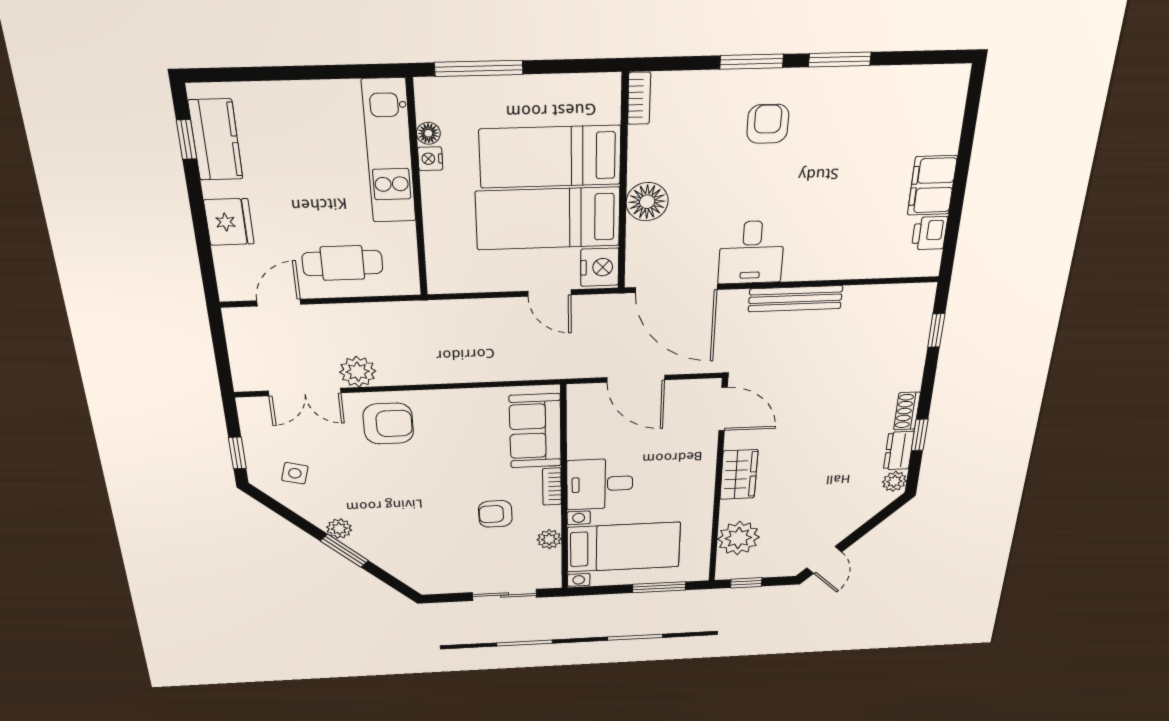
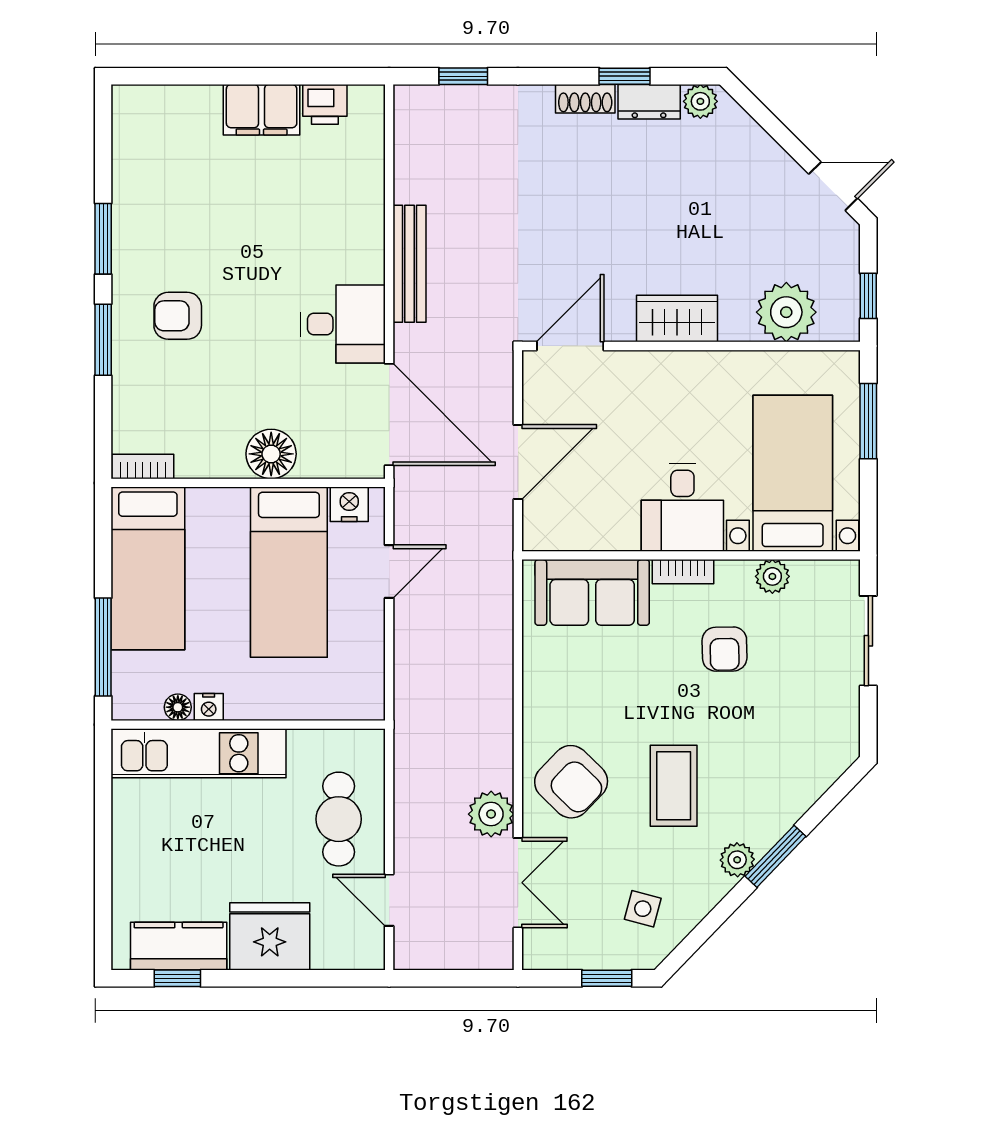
bed: (550, 157) -> (148, 568), moved
fridge: (229, 222) -> (270, 936), width x1.36, depth x1.34
nightstand: (600, 267) -> (349, 504), width x0.74, depth x0.75
door: (676, 288) -> (389, 414), hinge flipped
armchair: (388, 424) -> (571, 782), turned 134
coffee table: (391, 488) -> (674, 786), added

